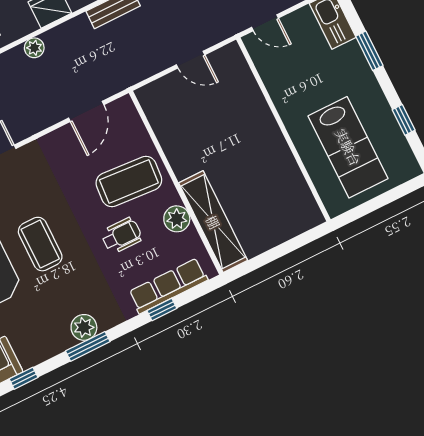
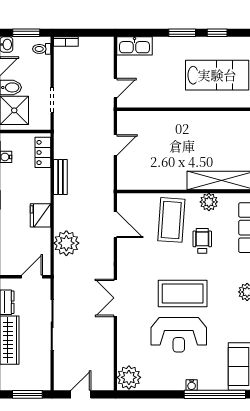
plant: (34, 48) -> (66, 243), width x1.87, depth x1.87
window: (369, 51) -> (182, 33), moved
coffee table: (40, 244) -> (183, 293), width x1.36, depth x1.32

